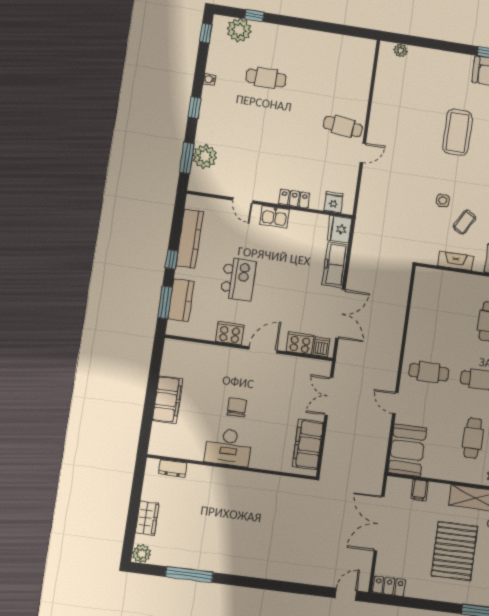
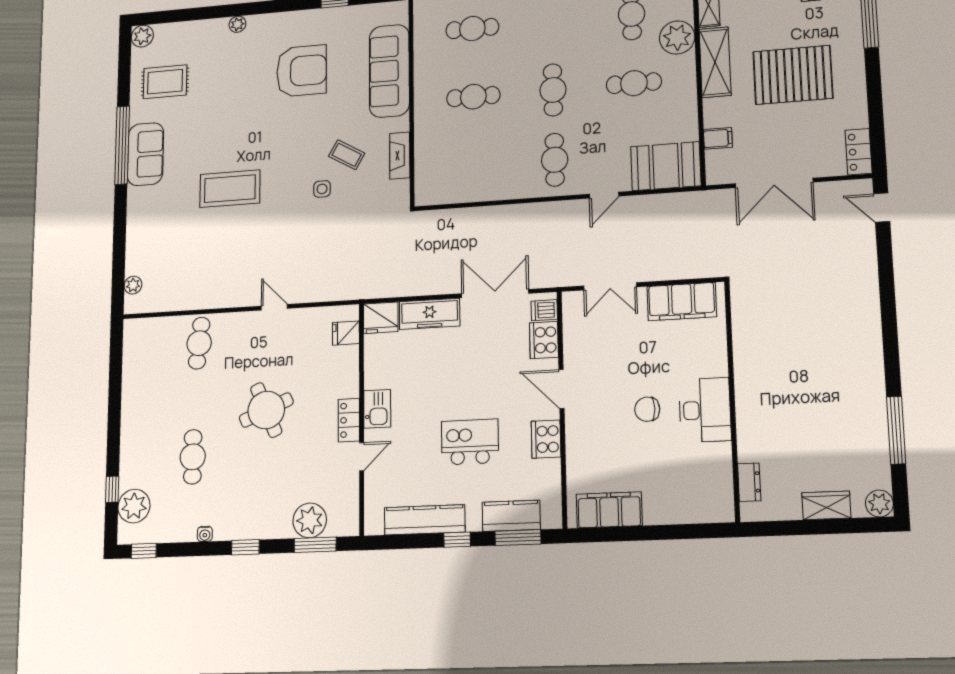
cafe table: (343, 127) -> (199, 343), moved
round table: (289, 136) -> (266, 410), added
locker: (294, 199) -> (349, 420), moved
filing cabinet: (168, 400) -> (609, 510), moved

